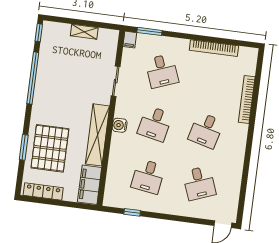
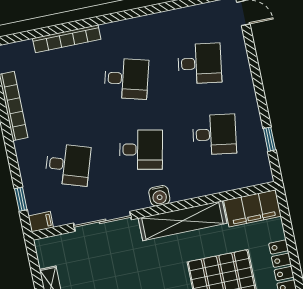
window: (150, 31) -> (21, 199), width x0.67
desk: (162, 71) -> (68, 165), turned 39
sliding door: (116, 81) -> (103, 221), width x1.37
desk: (199, 183) -> (200, 63), turned 30

